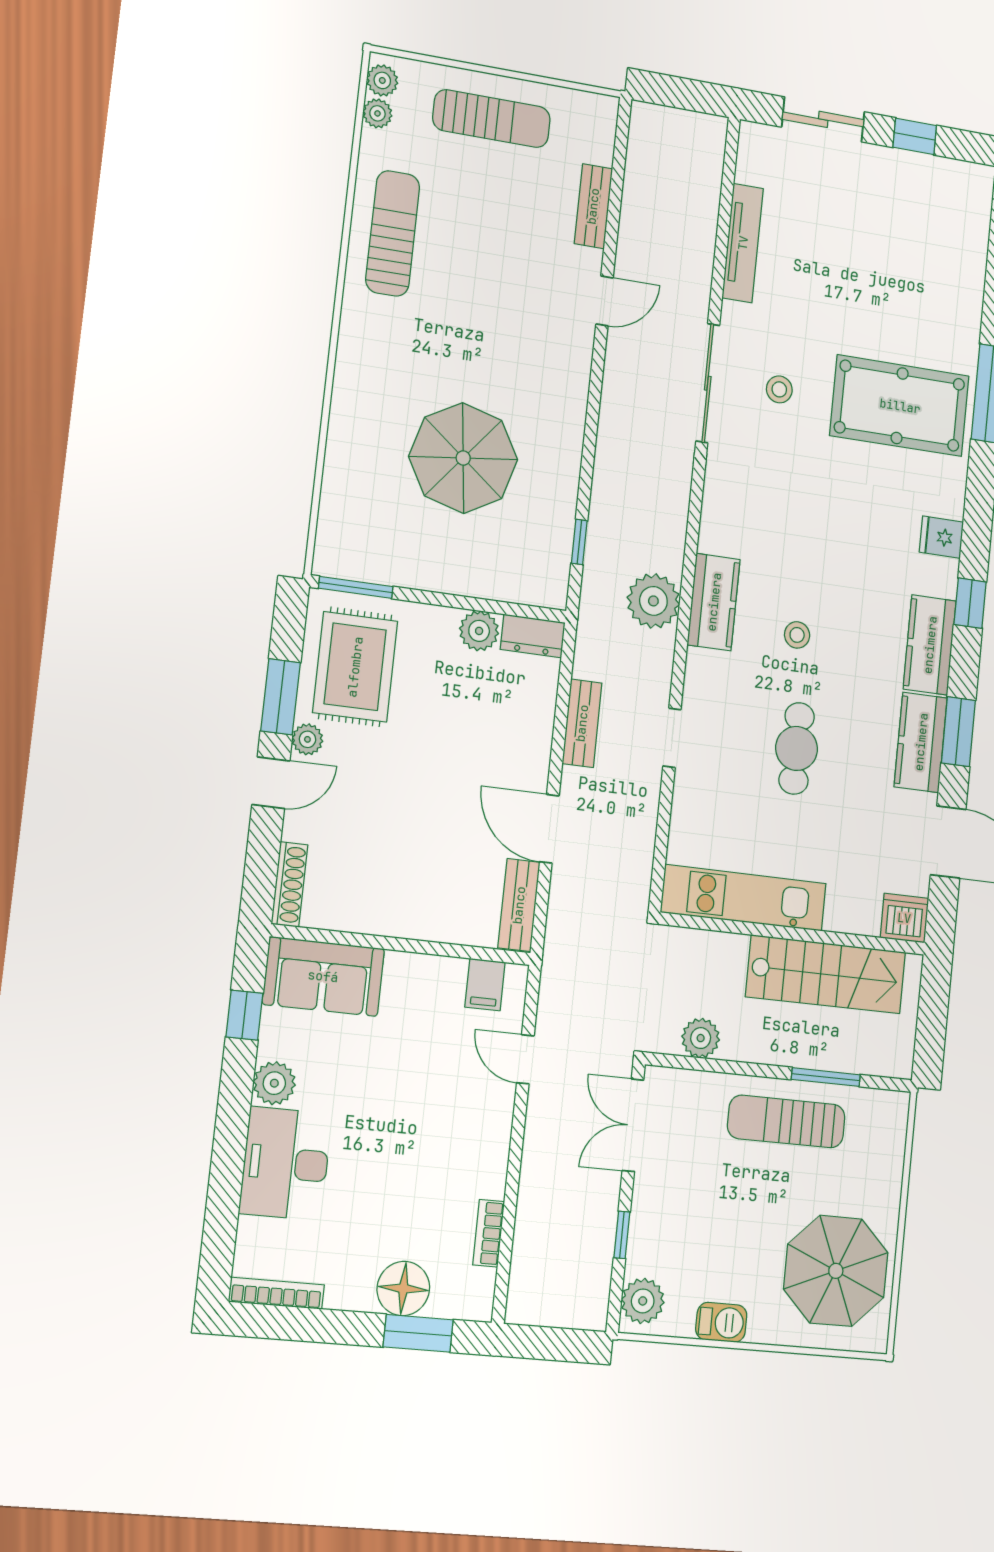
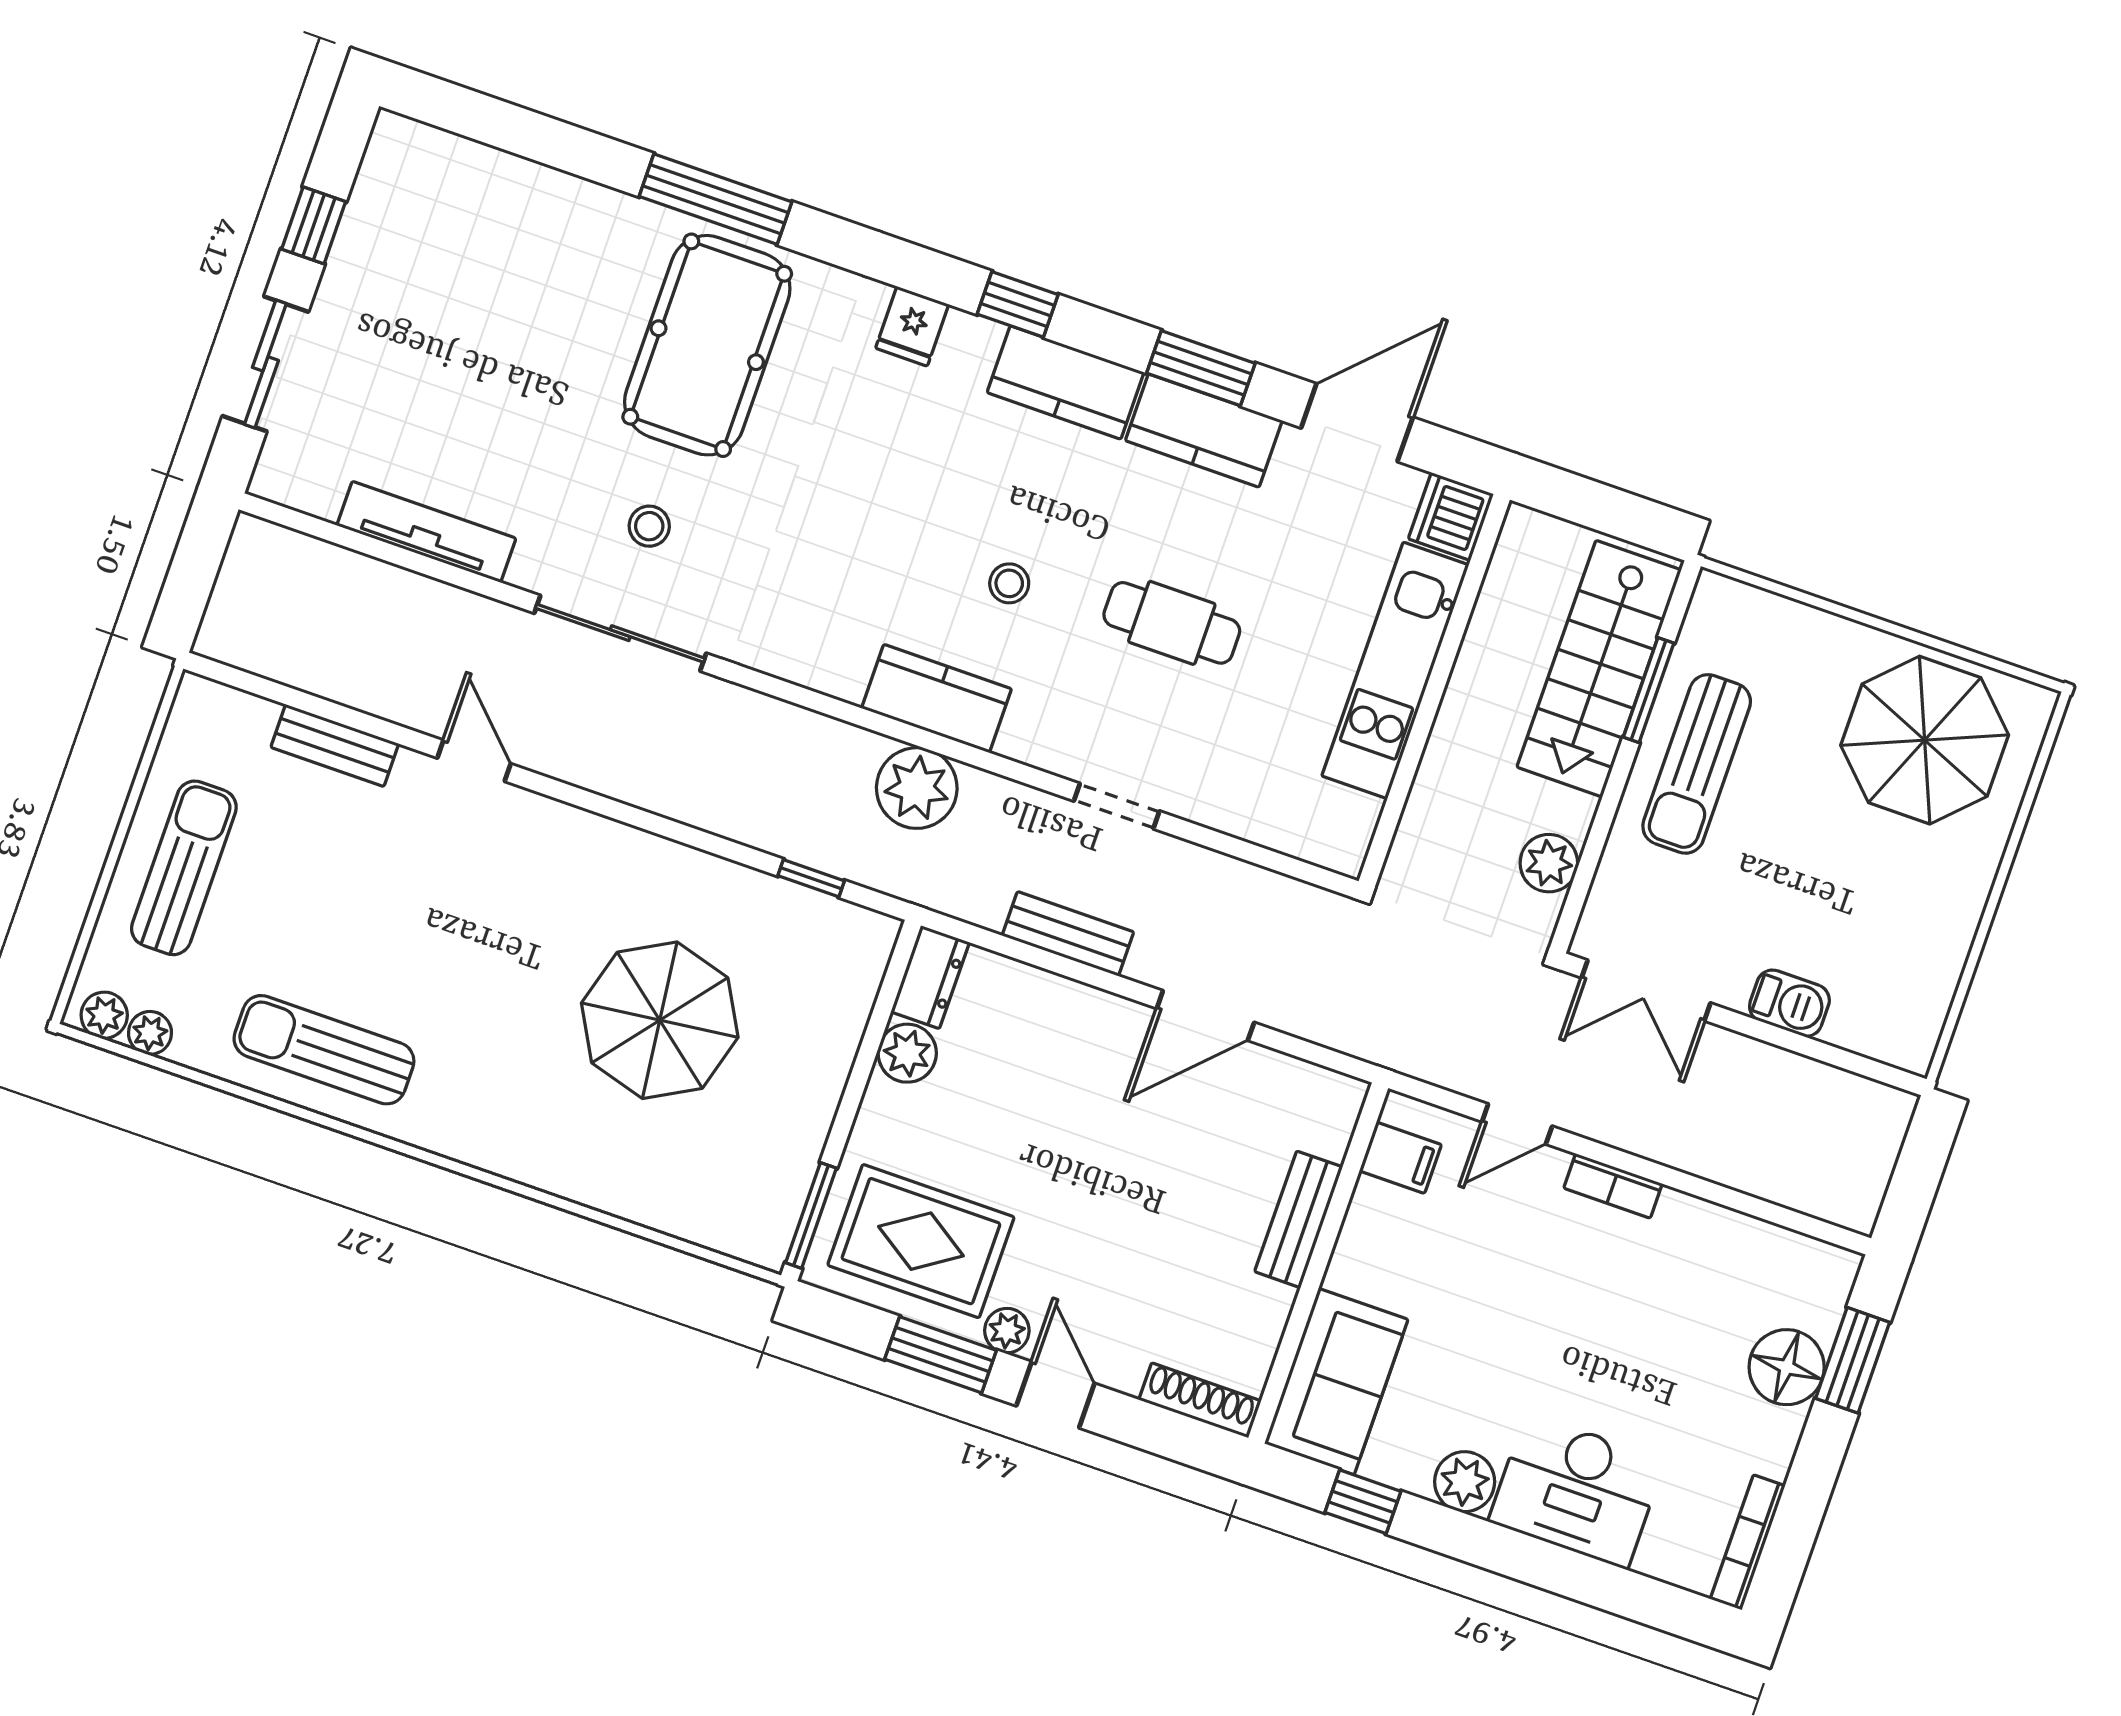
kitchen unit: (744, 898) -> (1395, 670), moved
bench: (519, 905) -> (1299, 1219), moved, turned 90
stairs: (826, 974) -> (1599, 669), moved, turned 180
bookcase: (489, 1233) -> (1613, 1186), moved
window: (622, 1235) -> (1794, 1042), removed
plant: (643, 1301) -> (1892, 1033), removed
barbecue: (721, 1322) -> (1789, 1003), moved, turned 90

